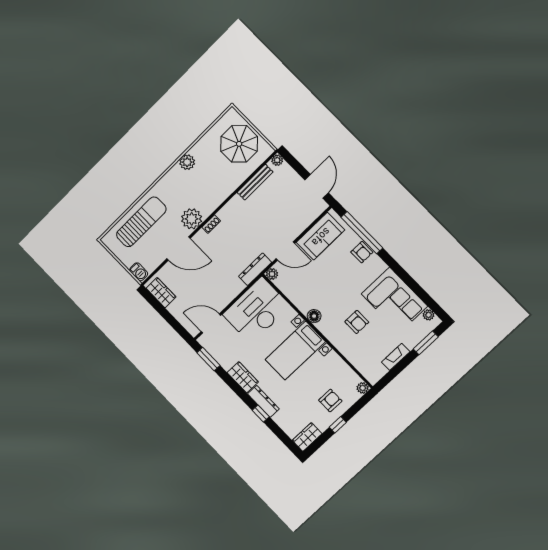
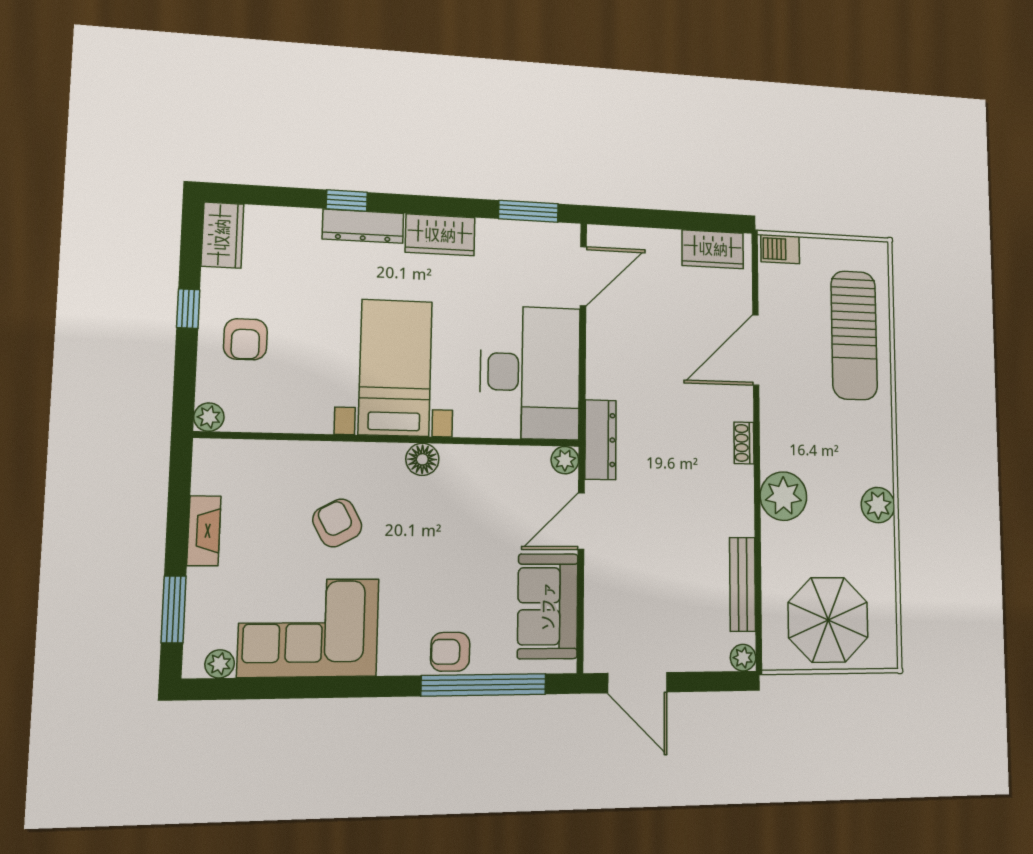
plant: (192, 219) -> (783, 496), moved
armchair: (357, 322) -> (337, 523), turned 62

